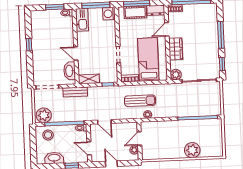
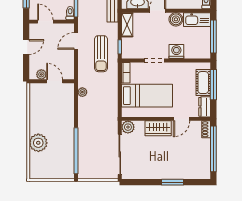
washing machine: (109, 14) -> (176, 52), moved
door: (167, 29) -> (182, 119), swing flipped
window: (221, 35) -> (173, 182), width x0.69
boiler: (83, 38) -> (176, 19), added
window: (222, 64) -> (138, 182), removed
sun lounger: (140, 101) -> (101, 54), moved
door: (89, 148) -> (45, 22), hinge flipped

